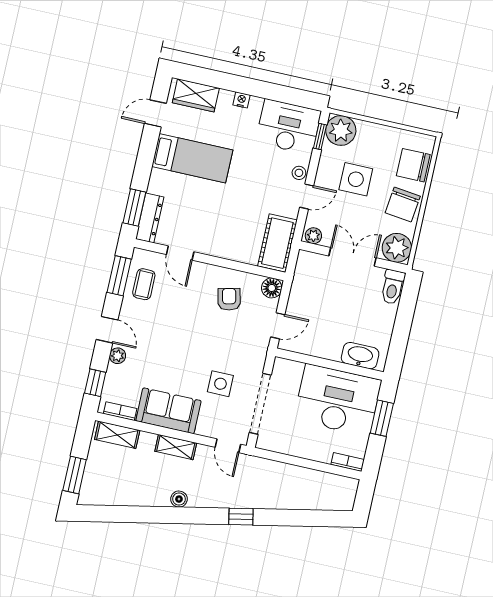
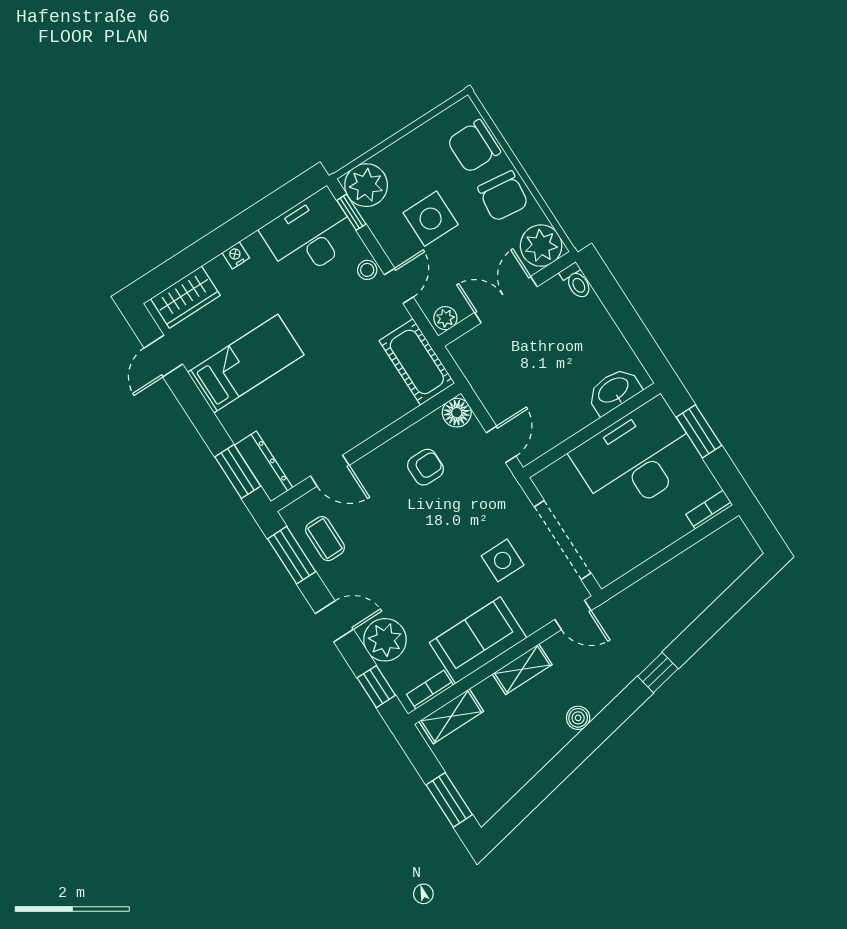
toilet: (393, 287) -> (576, 281), width x0.73, depth x0.72
armchair: (229, 299) -> (425, 467), turned 103
plant: (118, 356) -> (385, 640), width x1.87, depth x1.87

